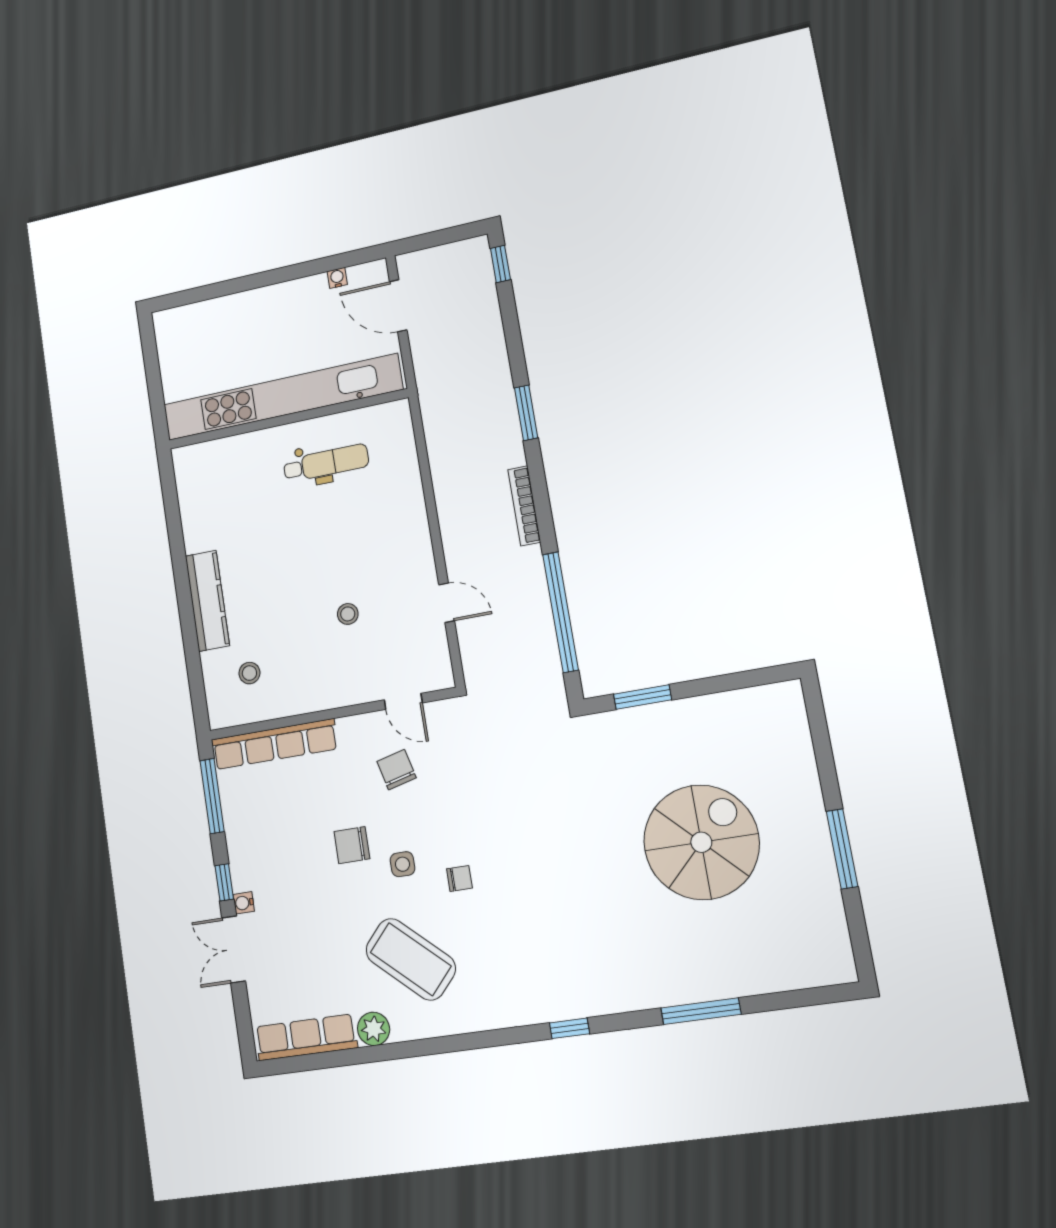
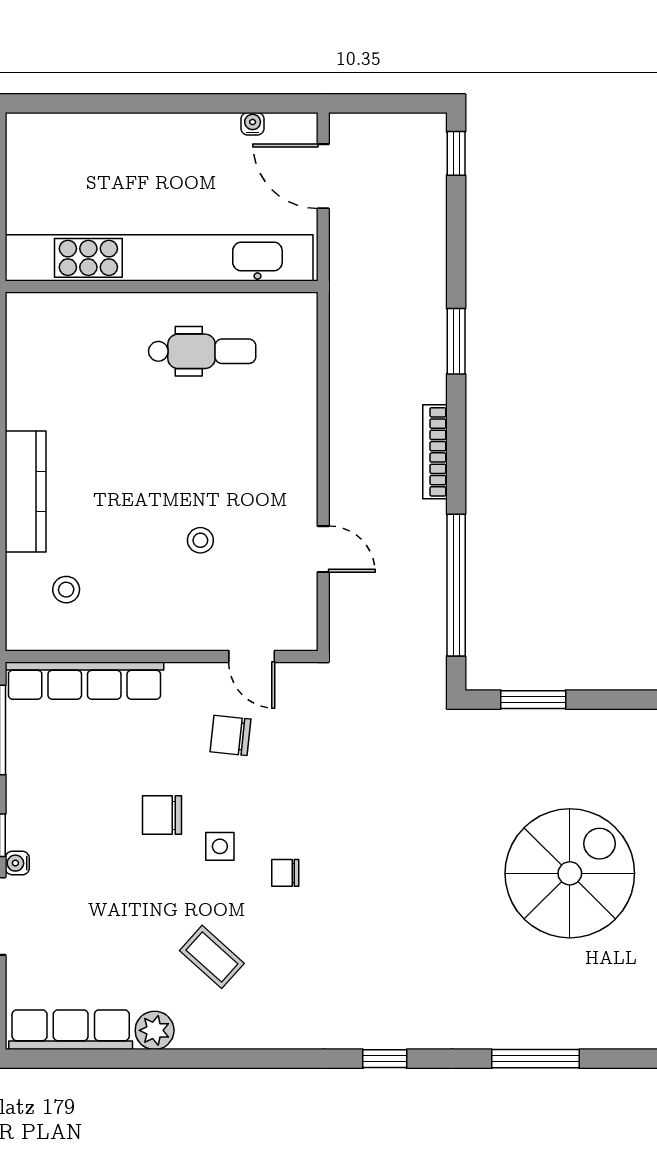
chair: (397, 770) -> (231, 735), turned -70
chair: (459, 878) -> (285, 873), turned 180
coffee table: (411, 959) -> (212, 957), width x0.54, depth x0.58

